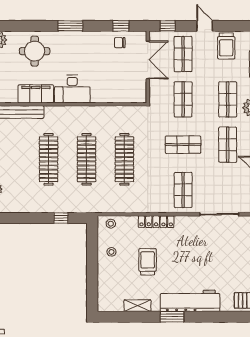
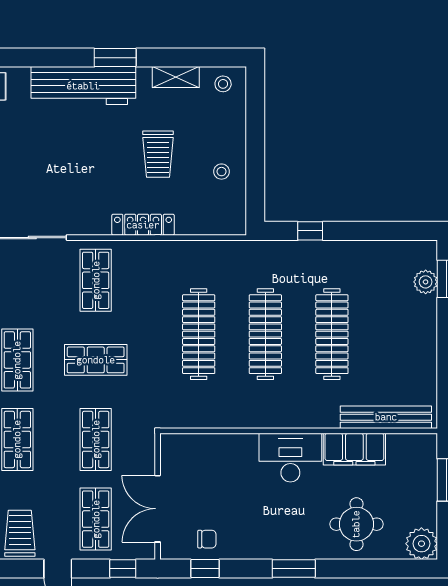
stool: (111, 224) -> (223, 84), moved

